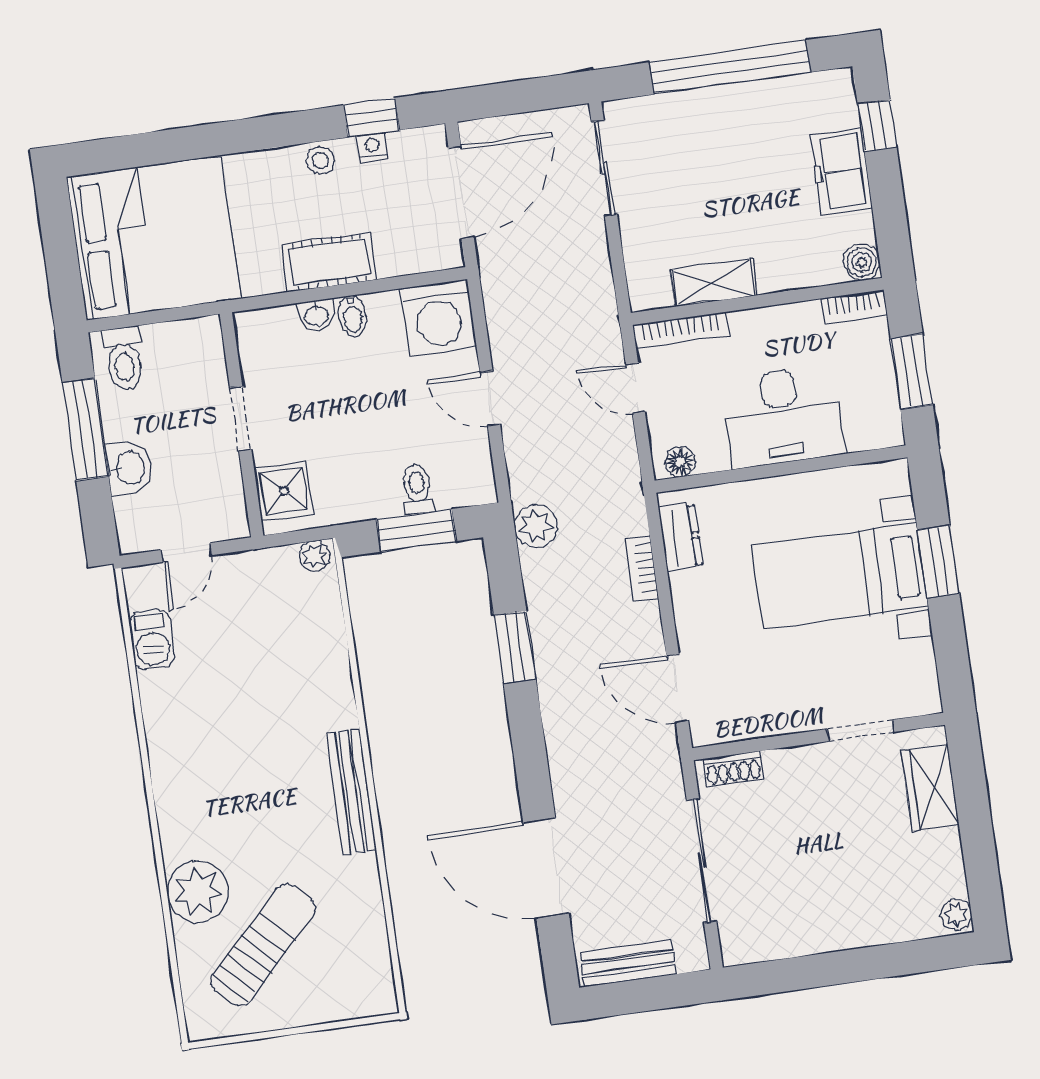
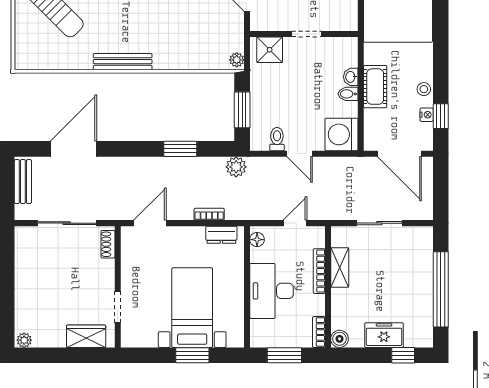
sliding door: (604, 168) -> (379, 223), moved
bookcase: (681, 330) -> (319, 271), moved
door: (490, 399) -> (300, 154), swing flipped
toilet: (417, 489) -> (277, 139), moved, turned -90

